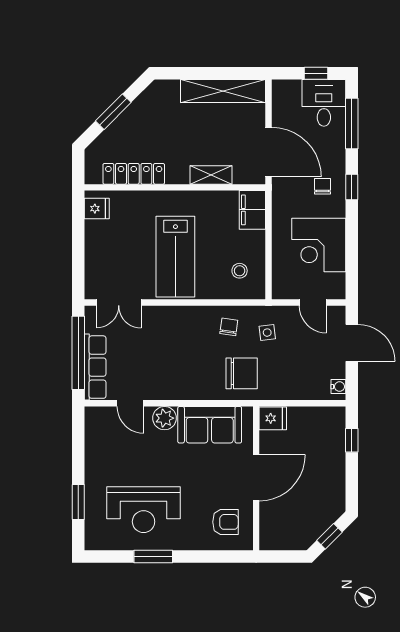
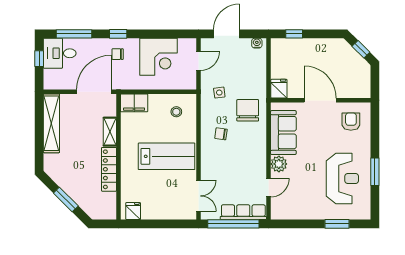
locker: (134, 174) -> (109, 169), moved
chair: (229, 327) -> (221, 134), moved

